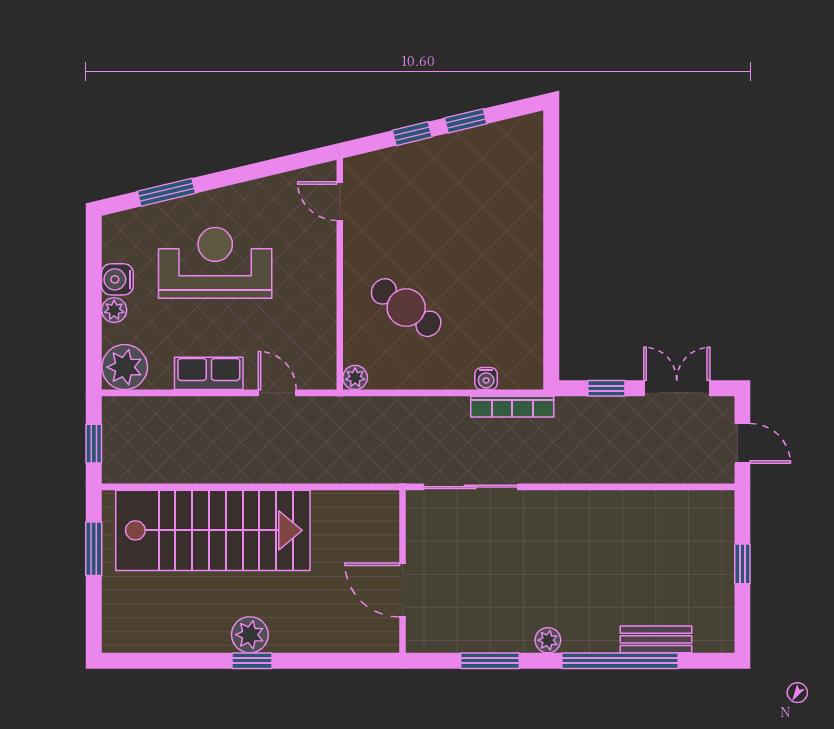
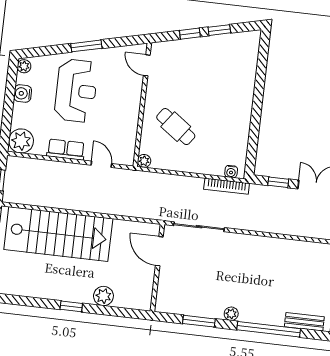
window: (166, 192) -> (86, 46), moved
reception desk: (215, 263) -> (76, 91), turned 90
plant: (114, 310) -> (24, 66), moved
water cooler: (486, 379) -> (231, 172), moved
door: (402, 590) -> (159, 251), moved
plant: (250, 635) -> (103, 296), moved
bench: (656, 639) -> (304, 322), moved

